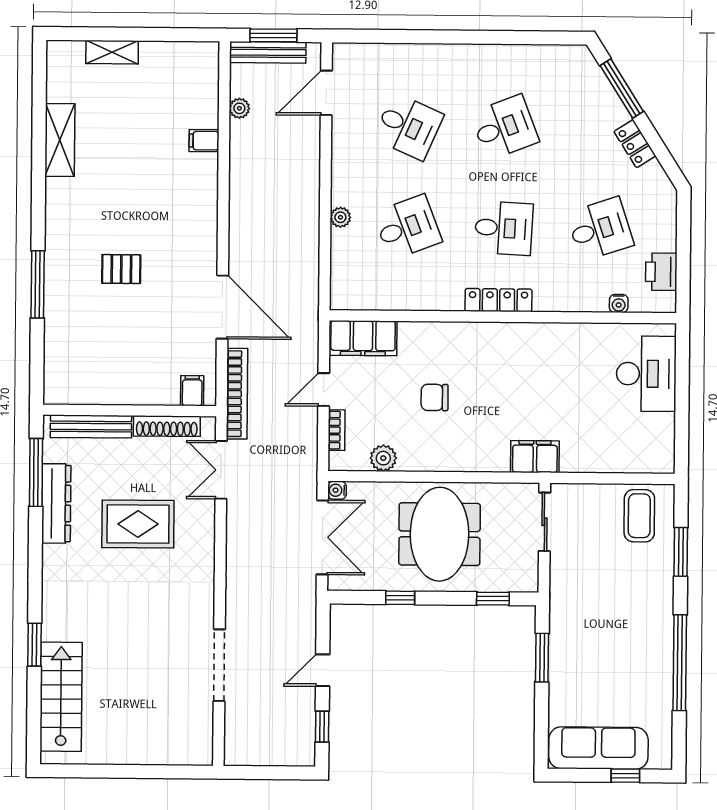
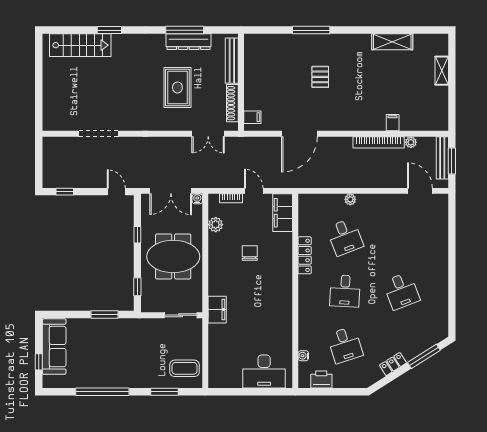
desk: (408, 126) -> (401, 237), removed
locker: (498, 300) -> (305, 255), moved
bookcase: (237, 394) -> (379, 142), moved
double door: (221, 470) -> (208, 134), swing flipped
window: (36, 472) -> (185, 30), moved
door: (323, 670) -> (116, 192), moved

